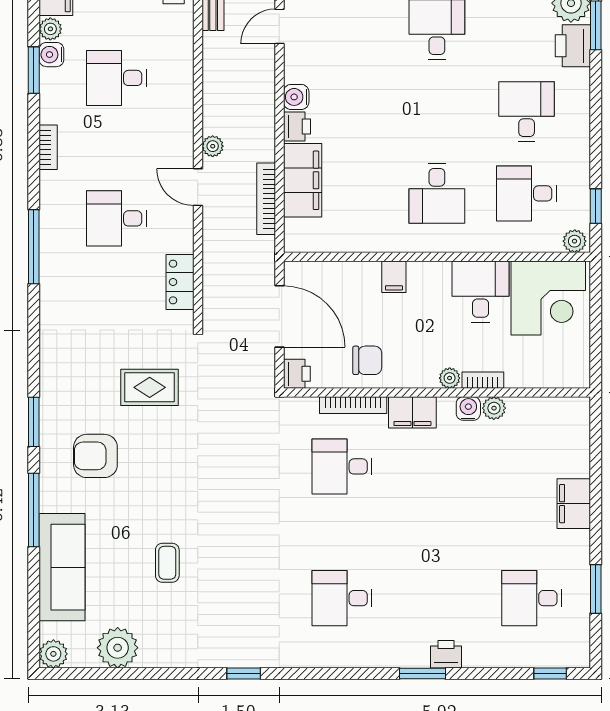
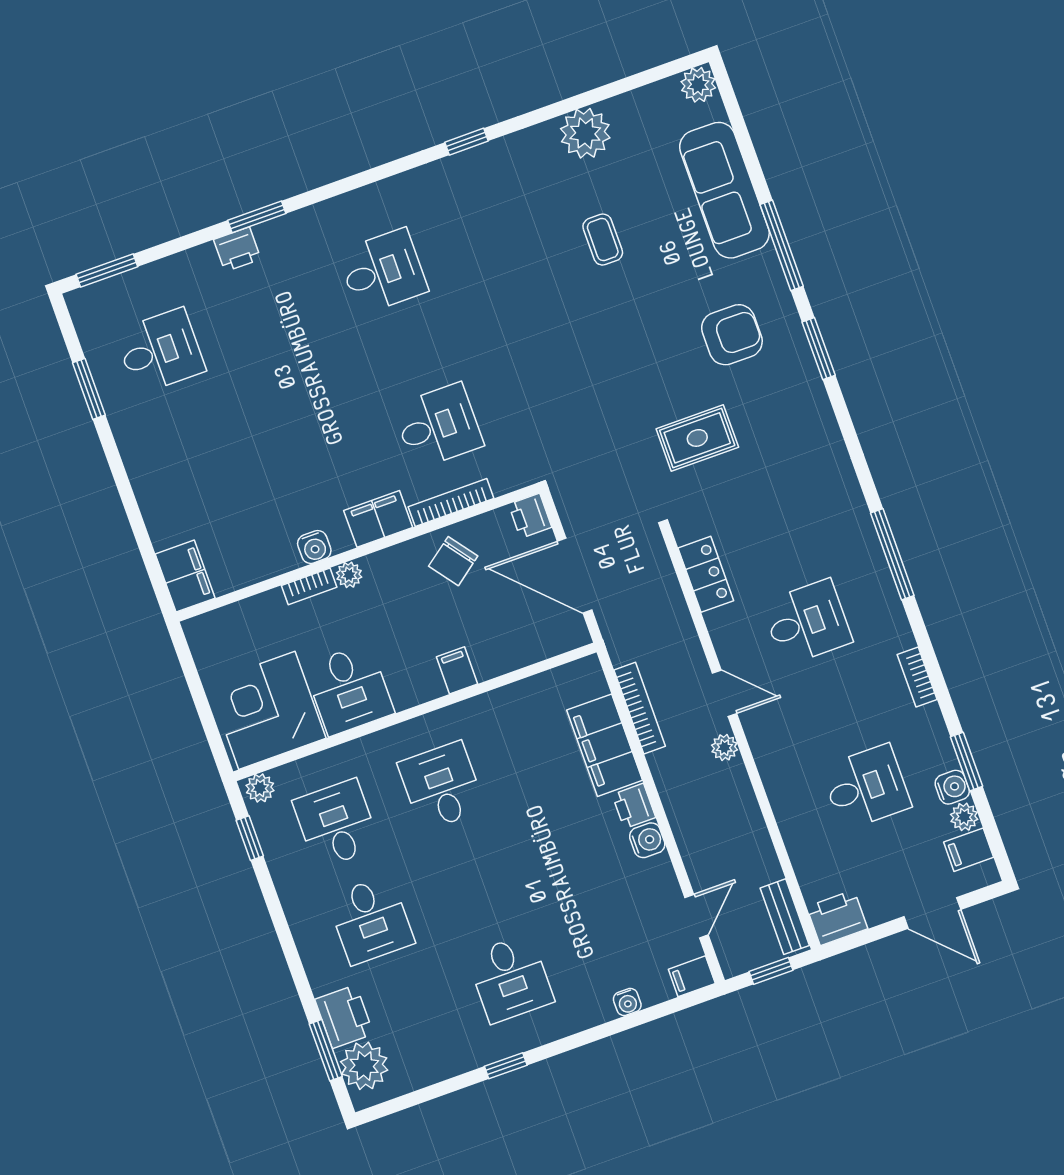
desk: (527, 193) -> (336, 824), turned -90
chair: (367, 360) -> (453, 561), turned -37
plant: (494, 408) -> (284, 558), removed
filing cabinet: (574, 504) -> (185, 576), moved
plant: (118, 648) -> (585, 133), moved
window: (550, 673) -> (107, 270), width x1.50

